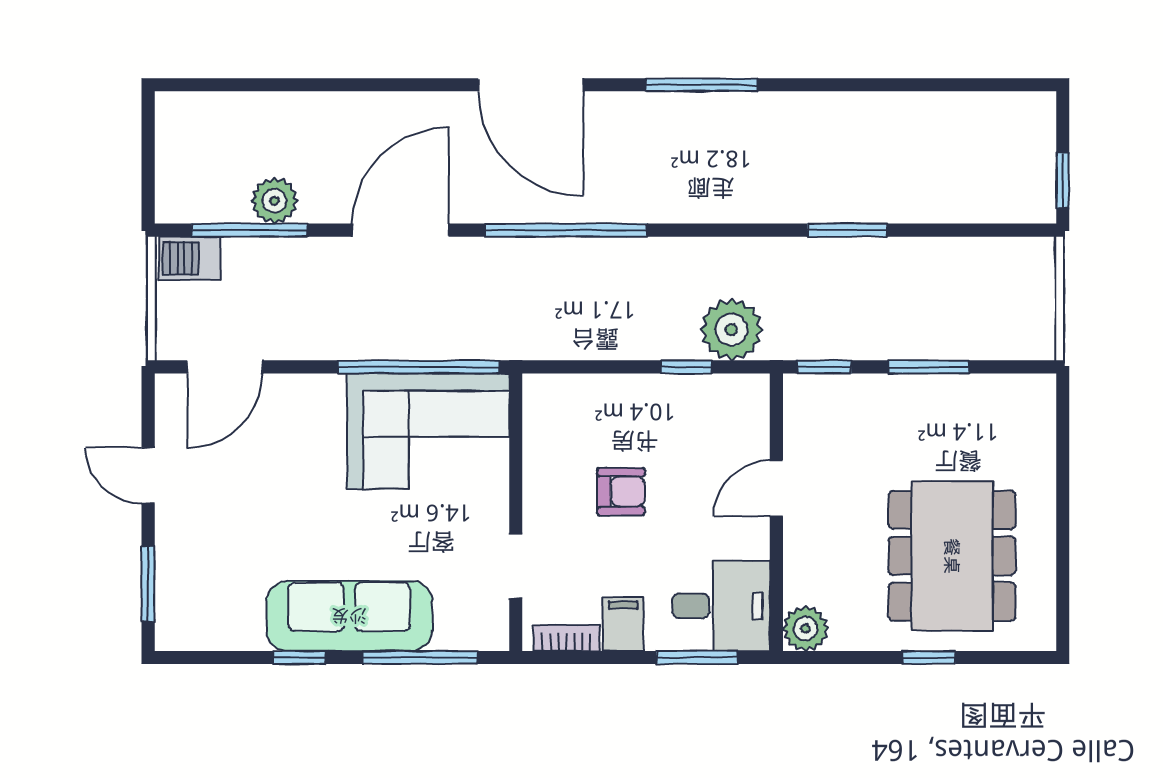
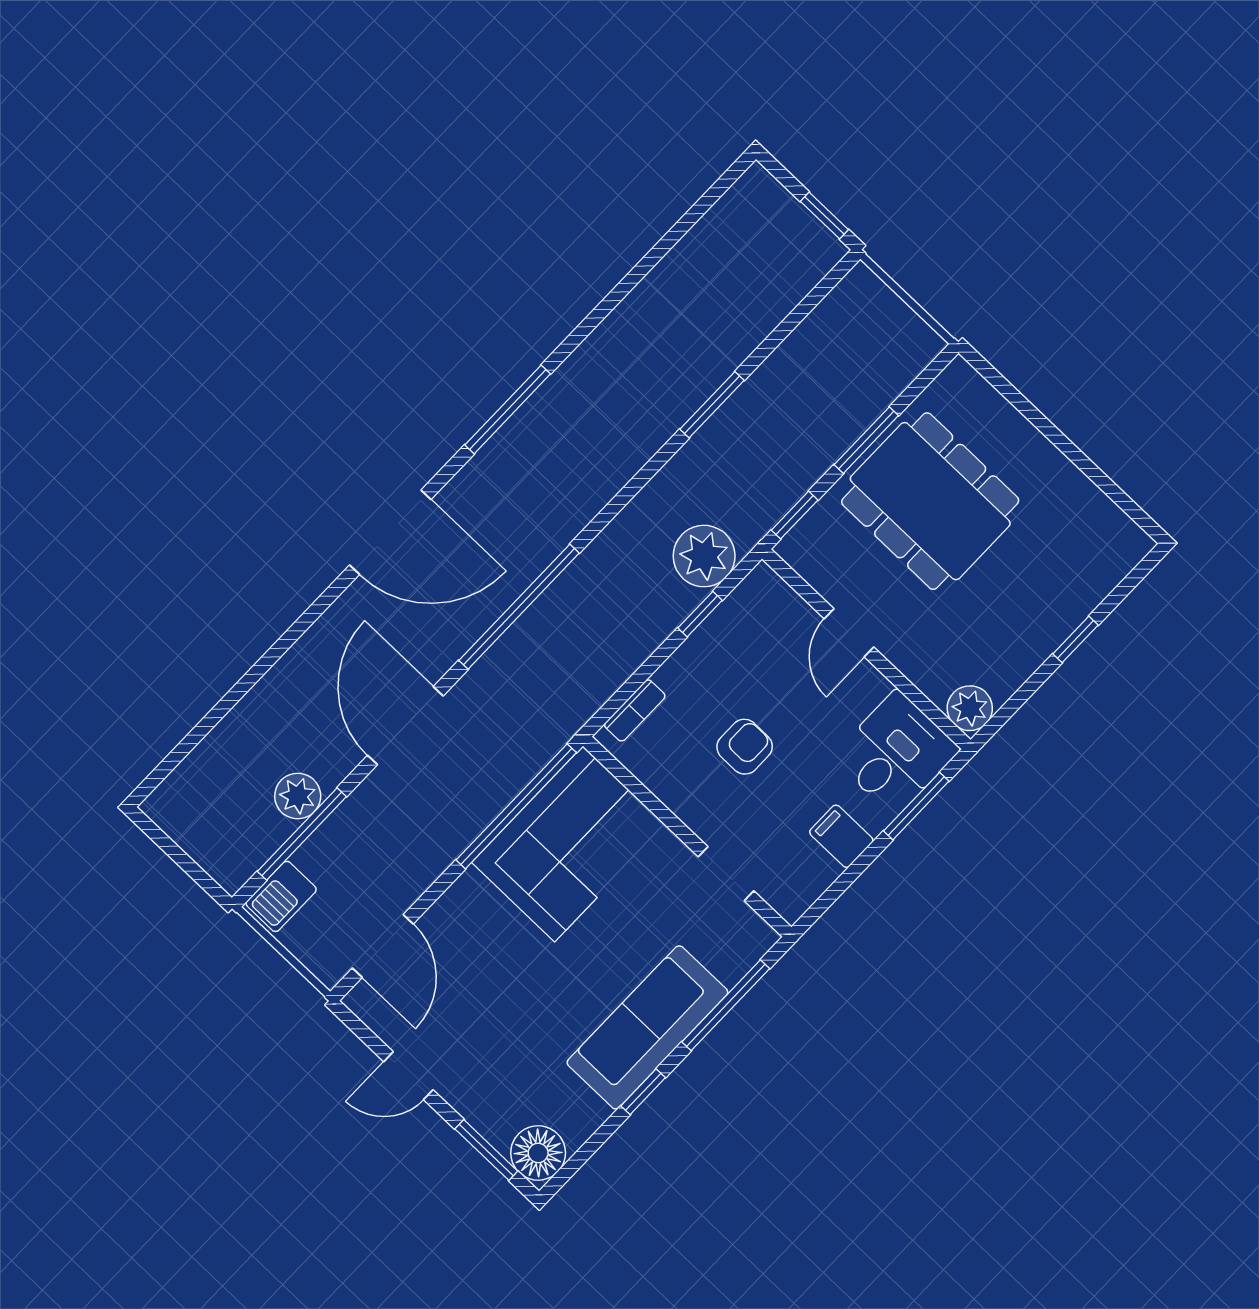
dining table: (952, 556) -> (930, 501), moved
floor lamp: (182, 624) -> (538, 1153), added
bookcase: (567, 638) -> (635, 710), moved, turned 180

